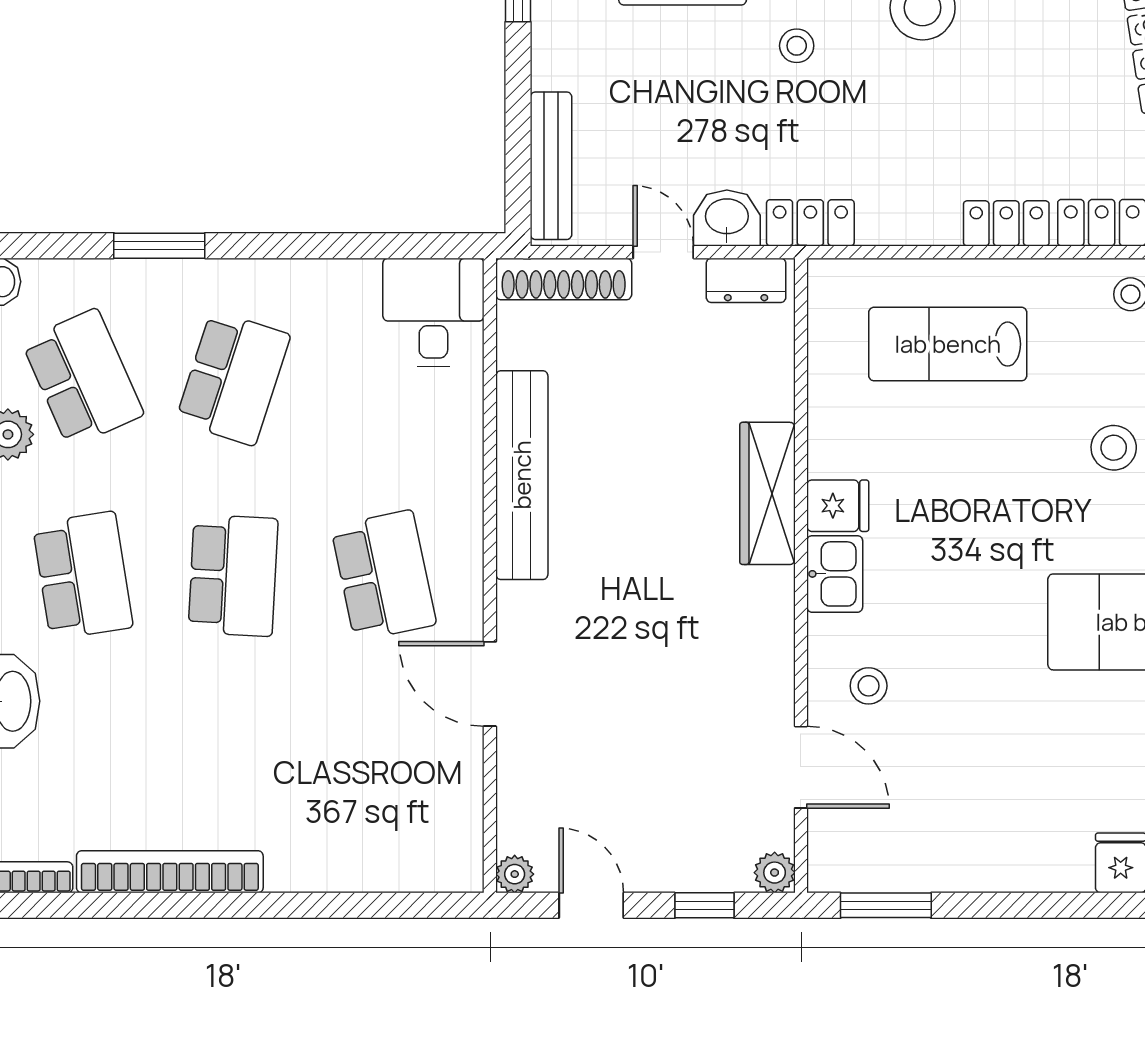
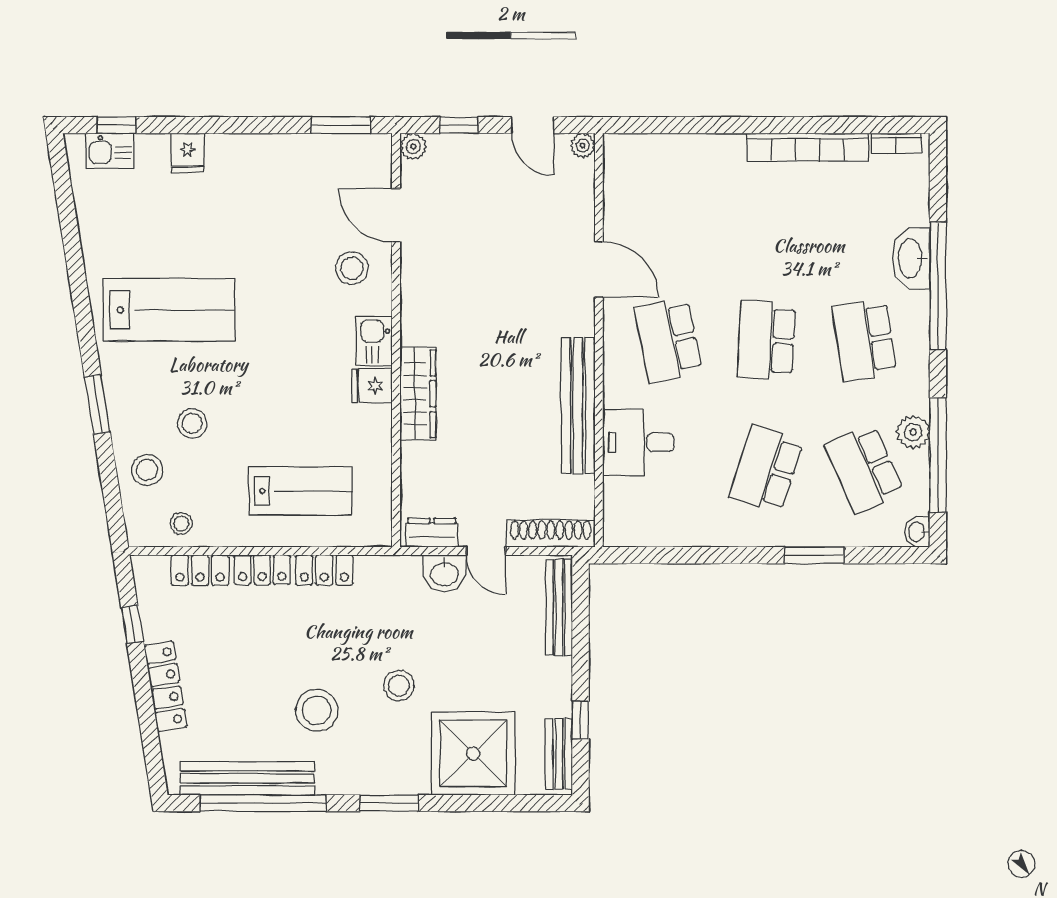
stool: (797, 46) -> (399, 686), width x1.37, depth x1.37
locker: (810, 223) -> (324, 570), moved
desk: (433, 312) -> (638, 442), moved, turned 90
stool: (869, 686) -> (352, 268), width x1.37, depth x1.37

